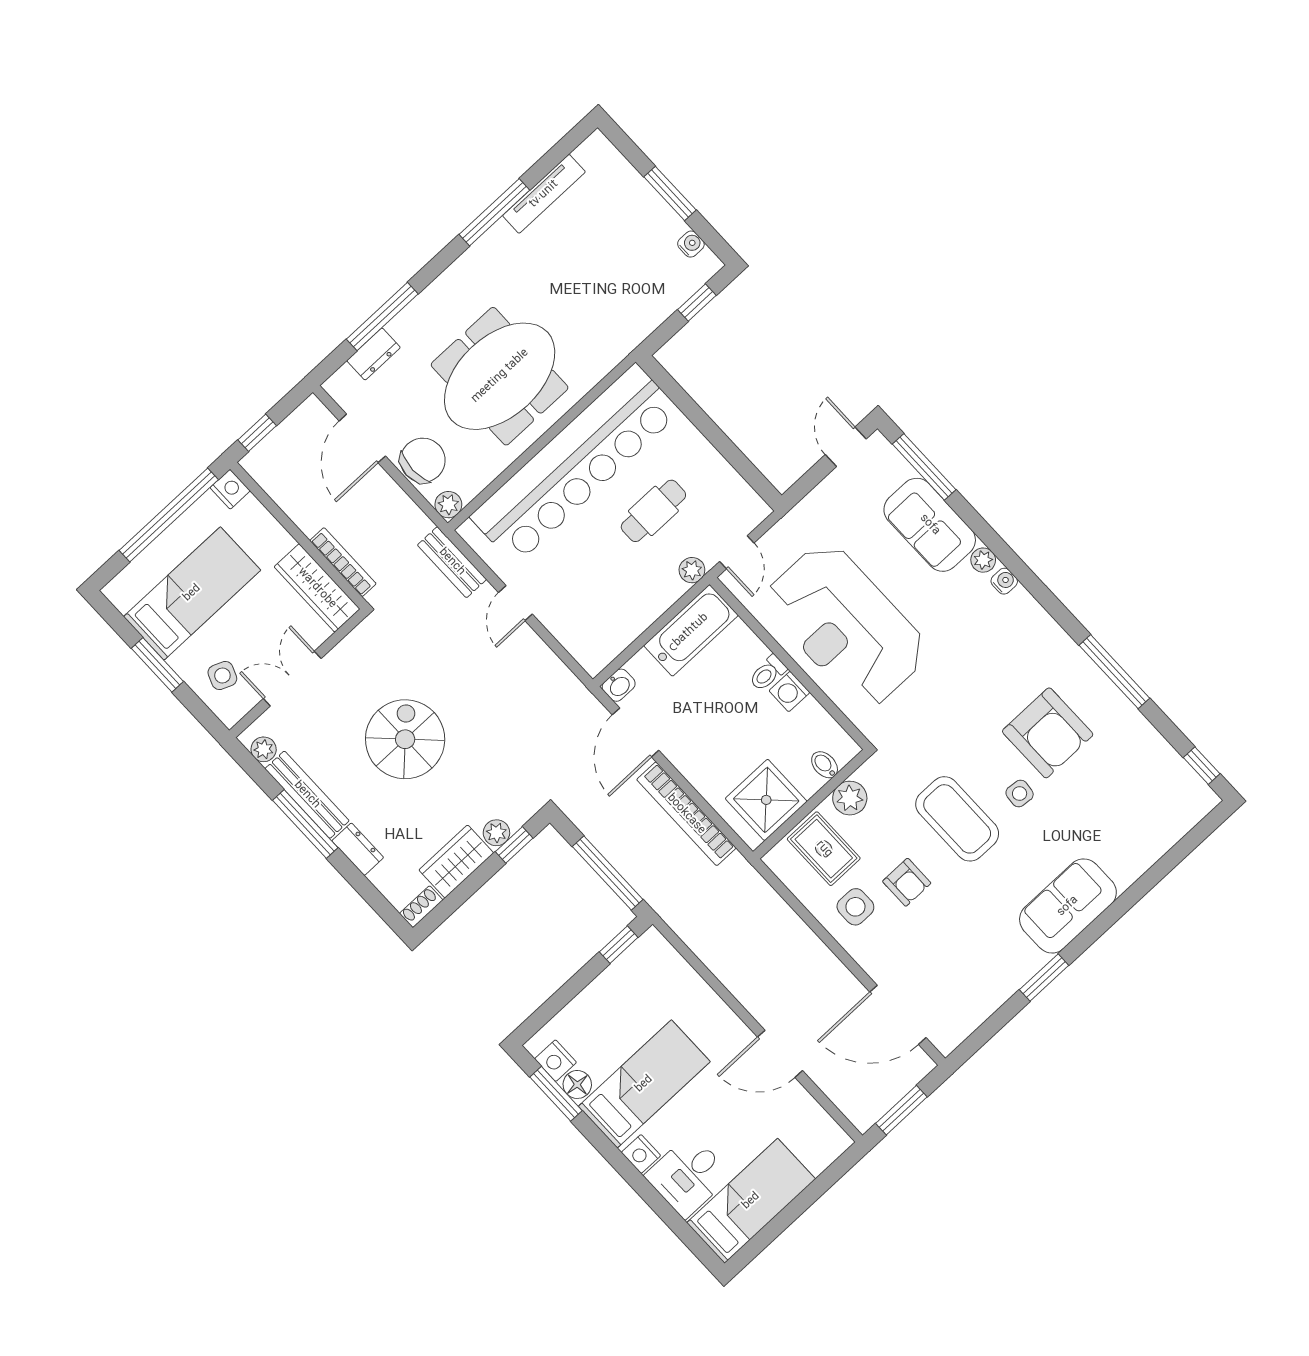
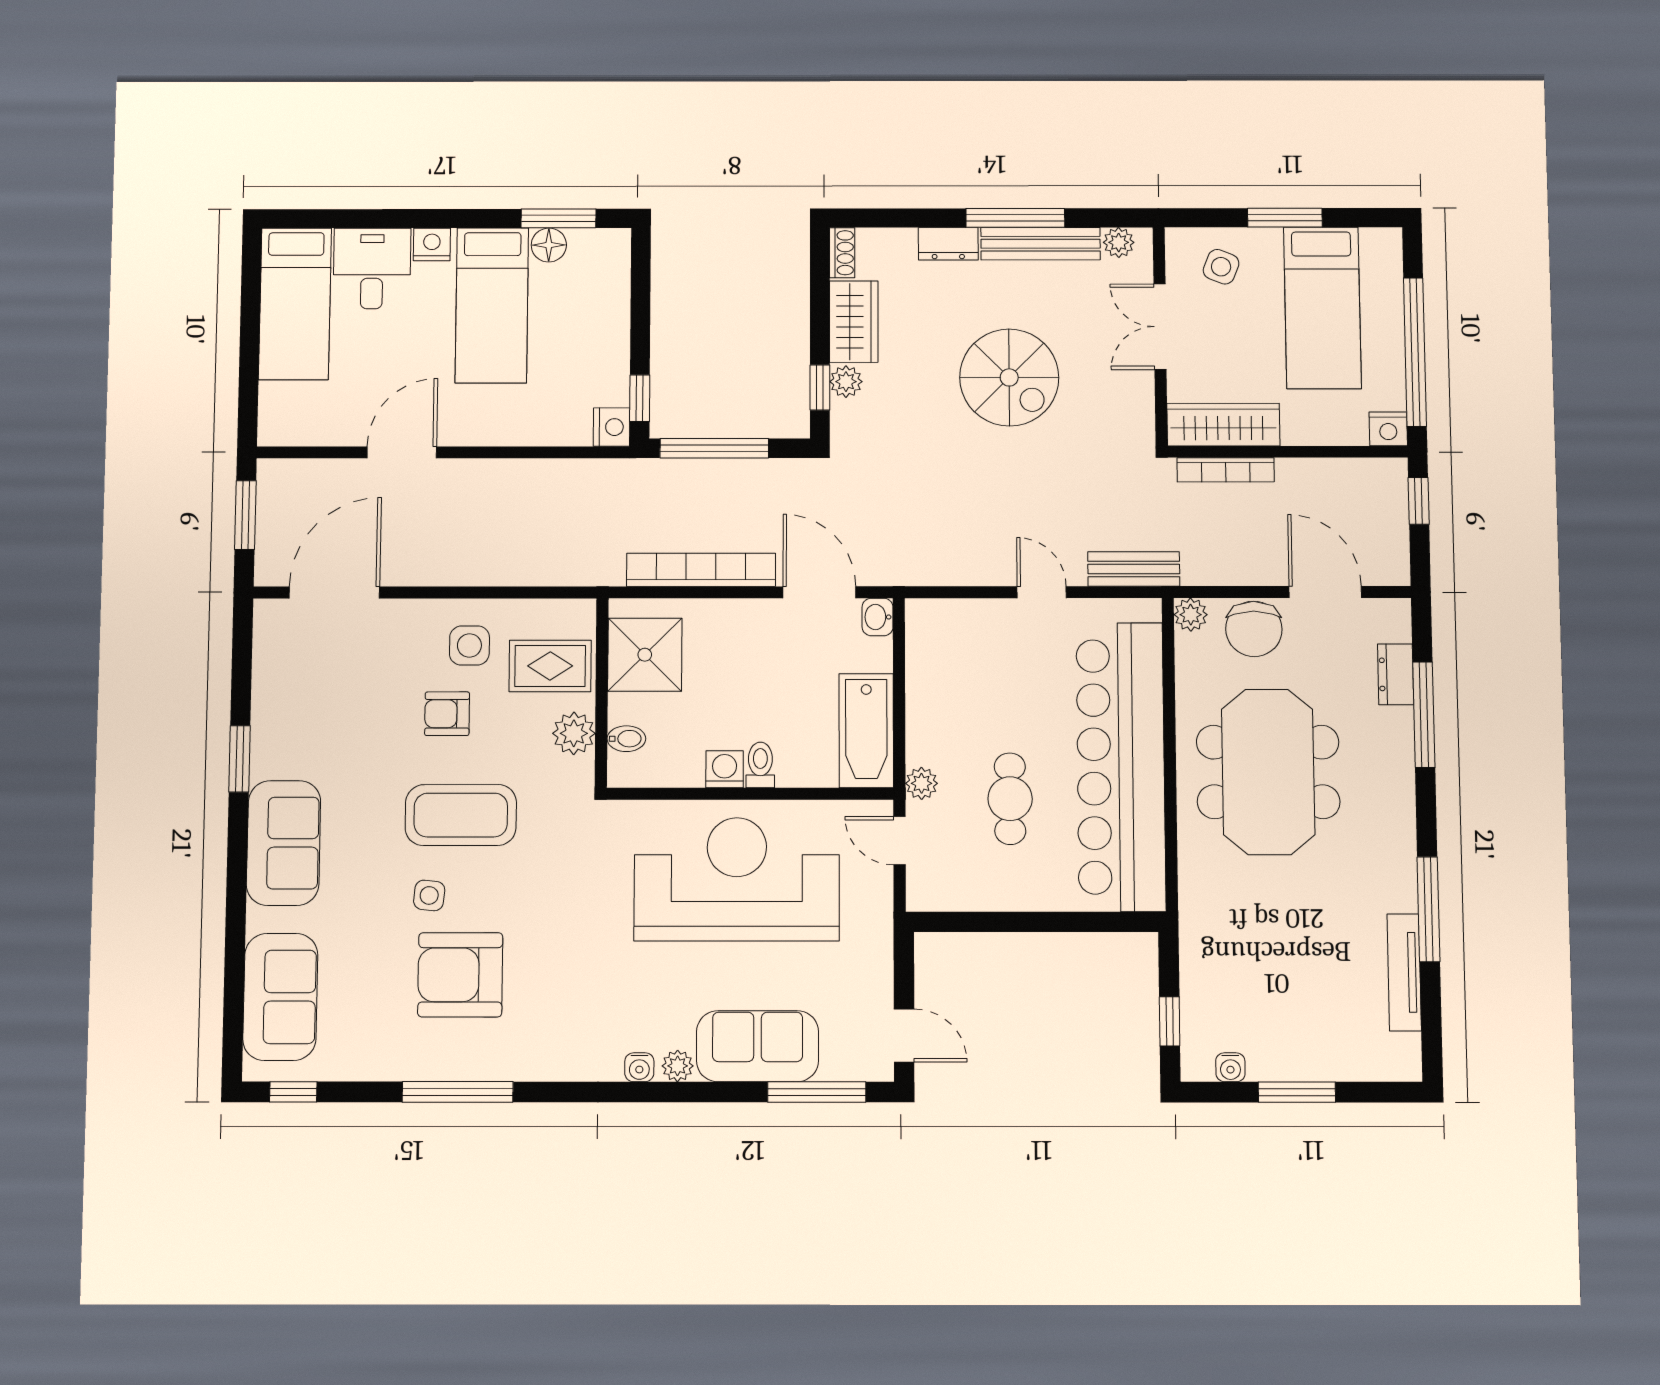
double door: (292, 679) -> (1160, 327), swing flipped
sofa: (1156, 824) -> (280, 997), added
nightstand: (556, 1061) -> (612, 427), moved, turned 90

